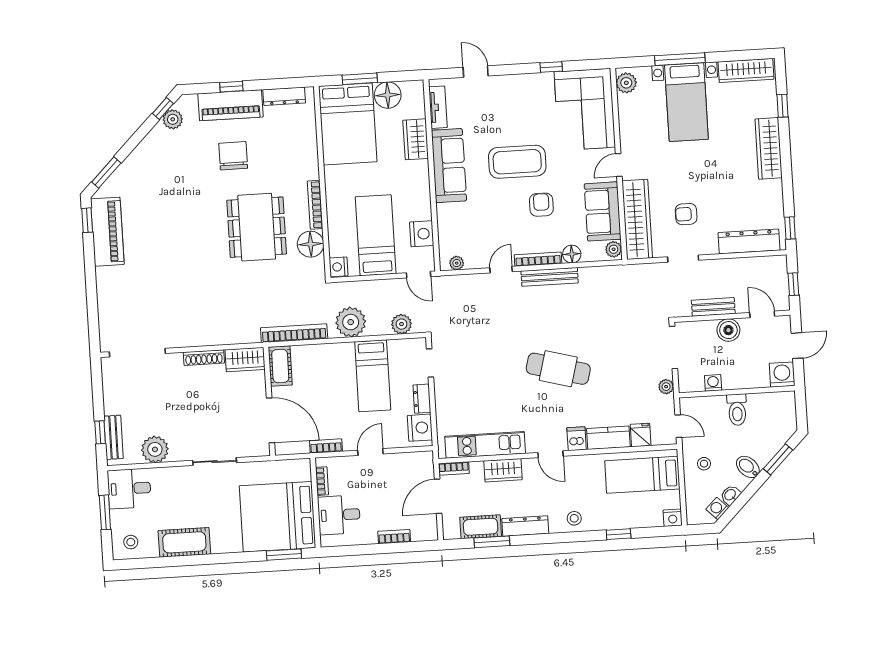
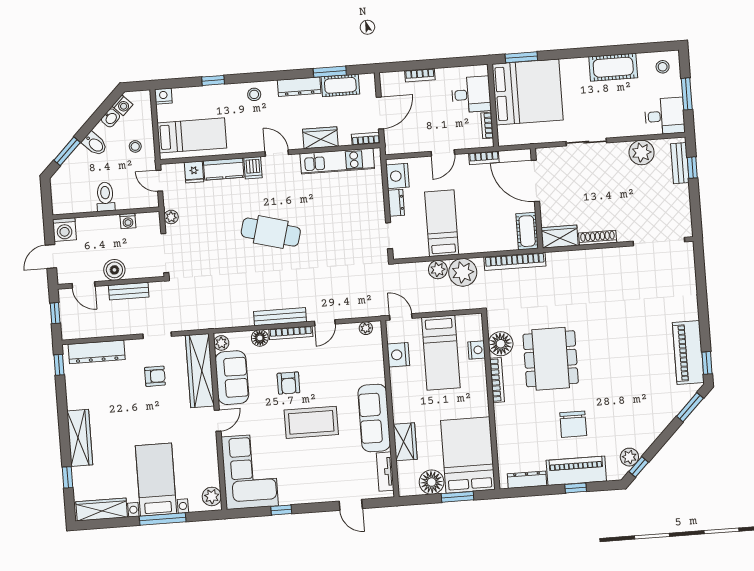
nightstand: (339, 267) -> (477, 350), moved
plant: (401, 324) -> (438, 270), moved

